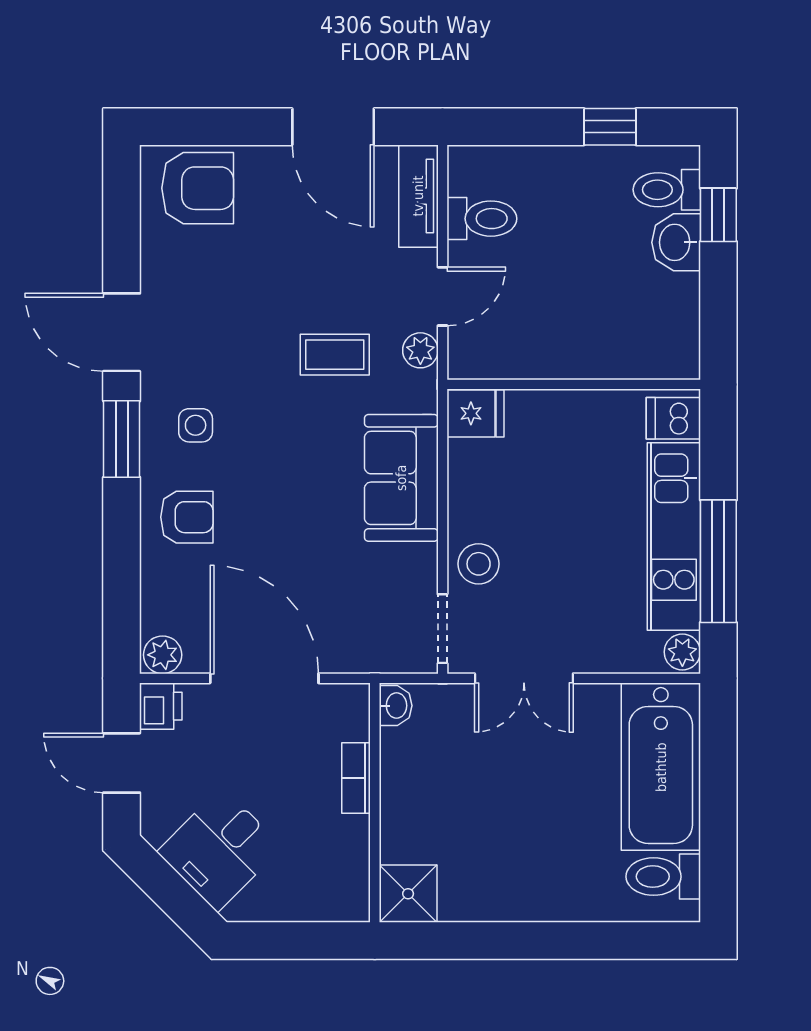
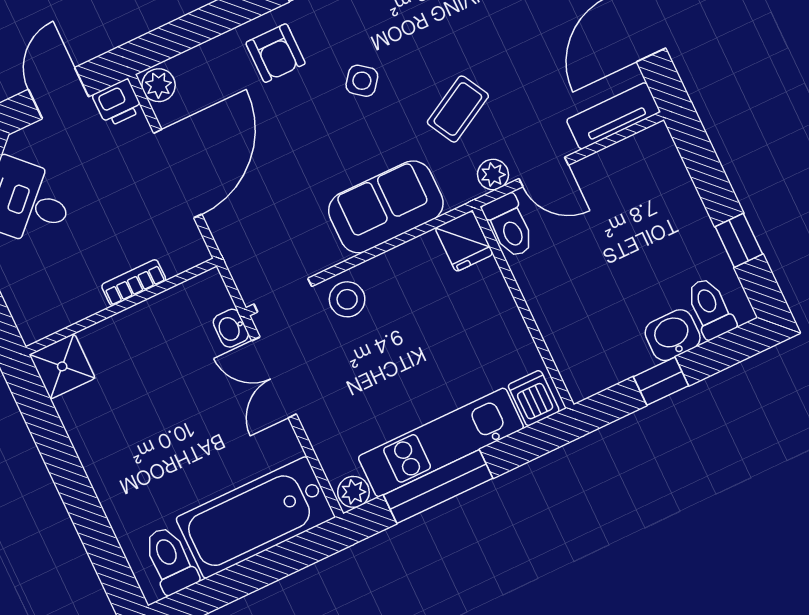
window: (718, 215) -> (661, 381), moved
toilet: (482, 219) -> (509, 226), moved
coffee table: (335, 355) -> (458, 109), turned 61
side table: (196, 425) -> (362, 81), moved, turned 38
washbasin: (396, 706) -> (231, 328), moved, turned 90

